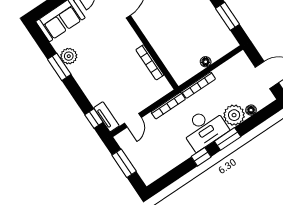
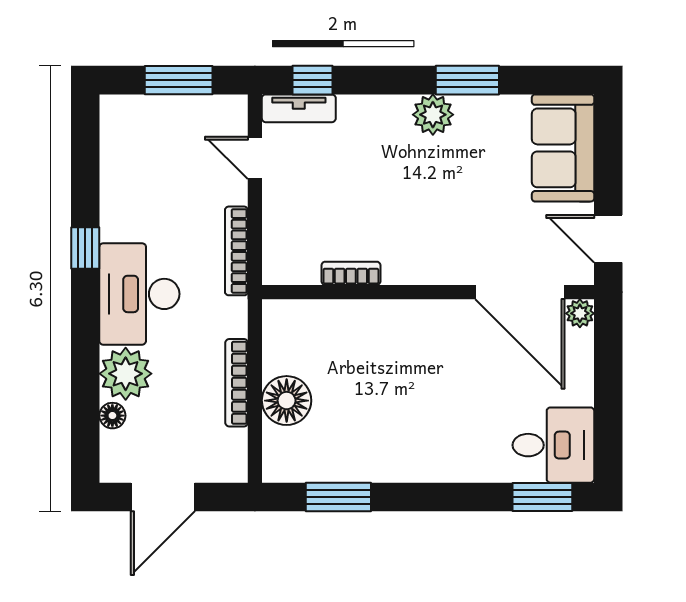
plant: (69, 56) -> (433, 115), moved
bookcase: (150, 62) -> (351, 273), width x0.64
floor lamp: (206, 62) -> (287, 401), width x1.89, depth x1.89
bookcase: (199, 85) -> (237, 383), moved
window: (228, 139) -> (85, 327), removed

